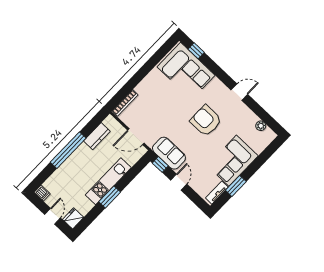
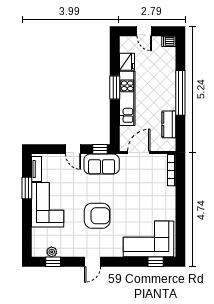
window: (266, 118) -> (53, 262), added
fridge: (73, 218) -> (127, 62), moved

